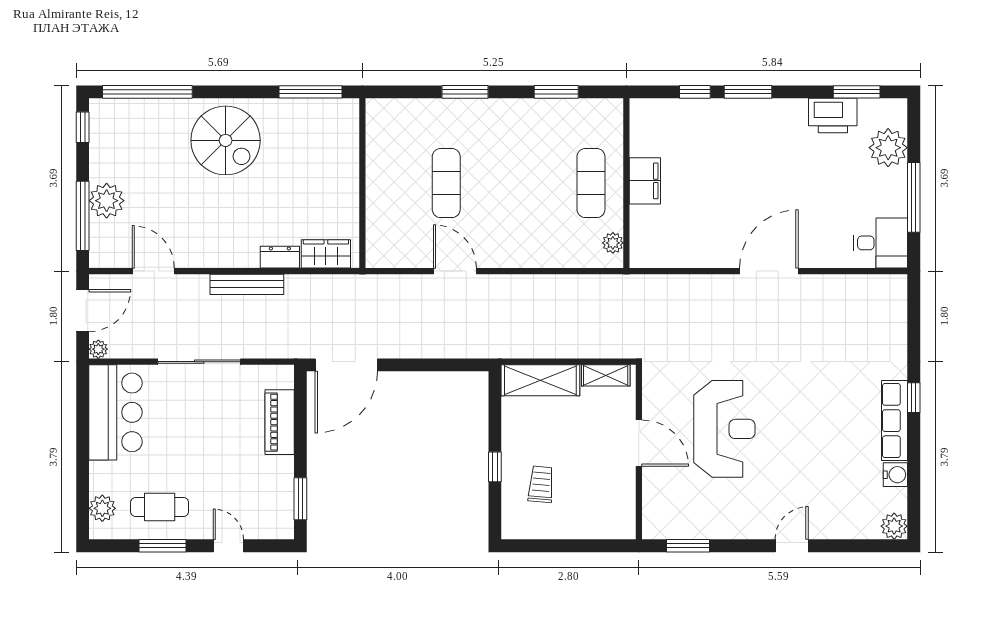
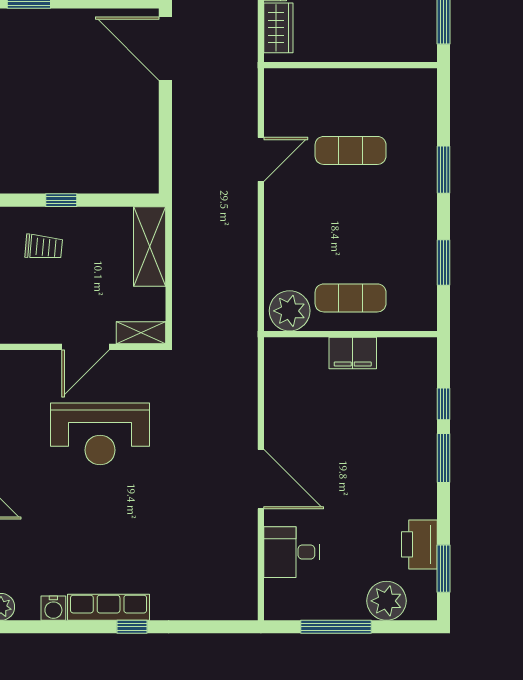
plant: (613, 243) -> (290, 311), width x1.88, depth x1.88
desk: (880, 243) -> (292, 552), moved, turned 90
shelving: (606, 375) -> (141, 333), moved, turned 90

